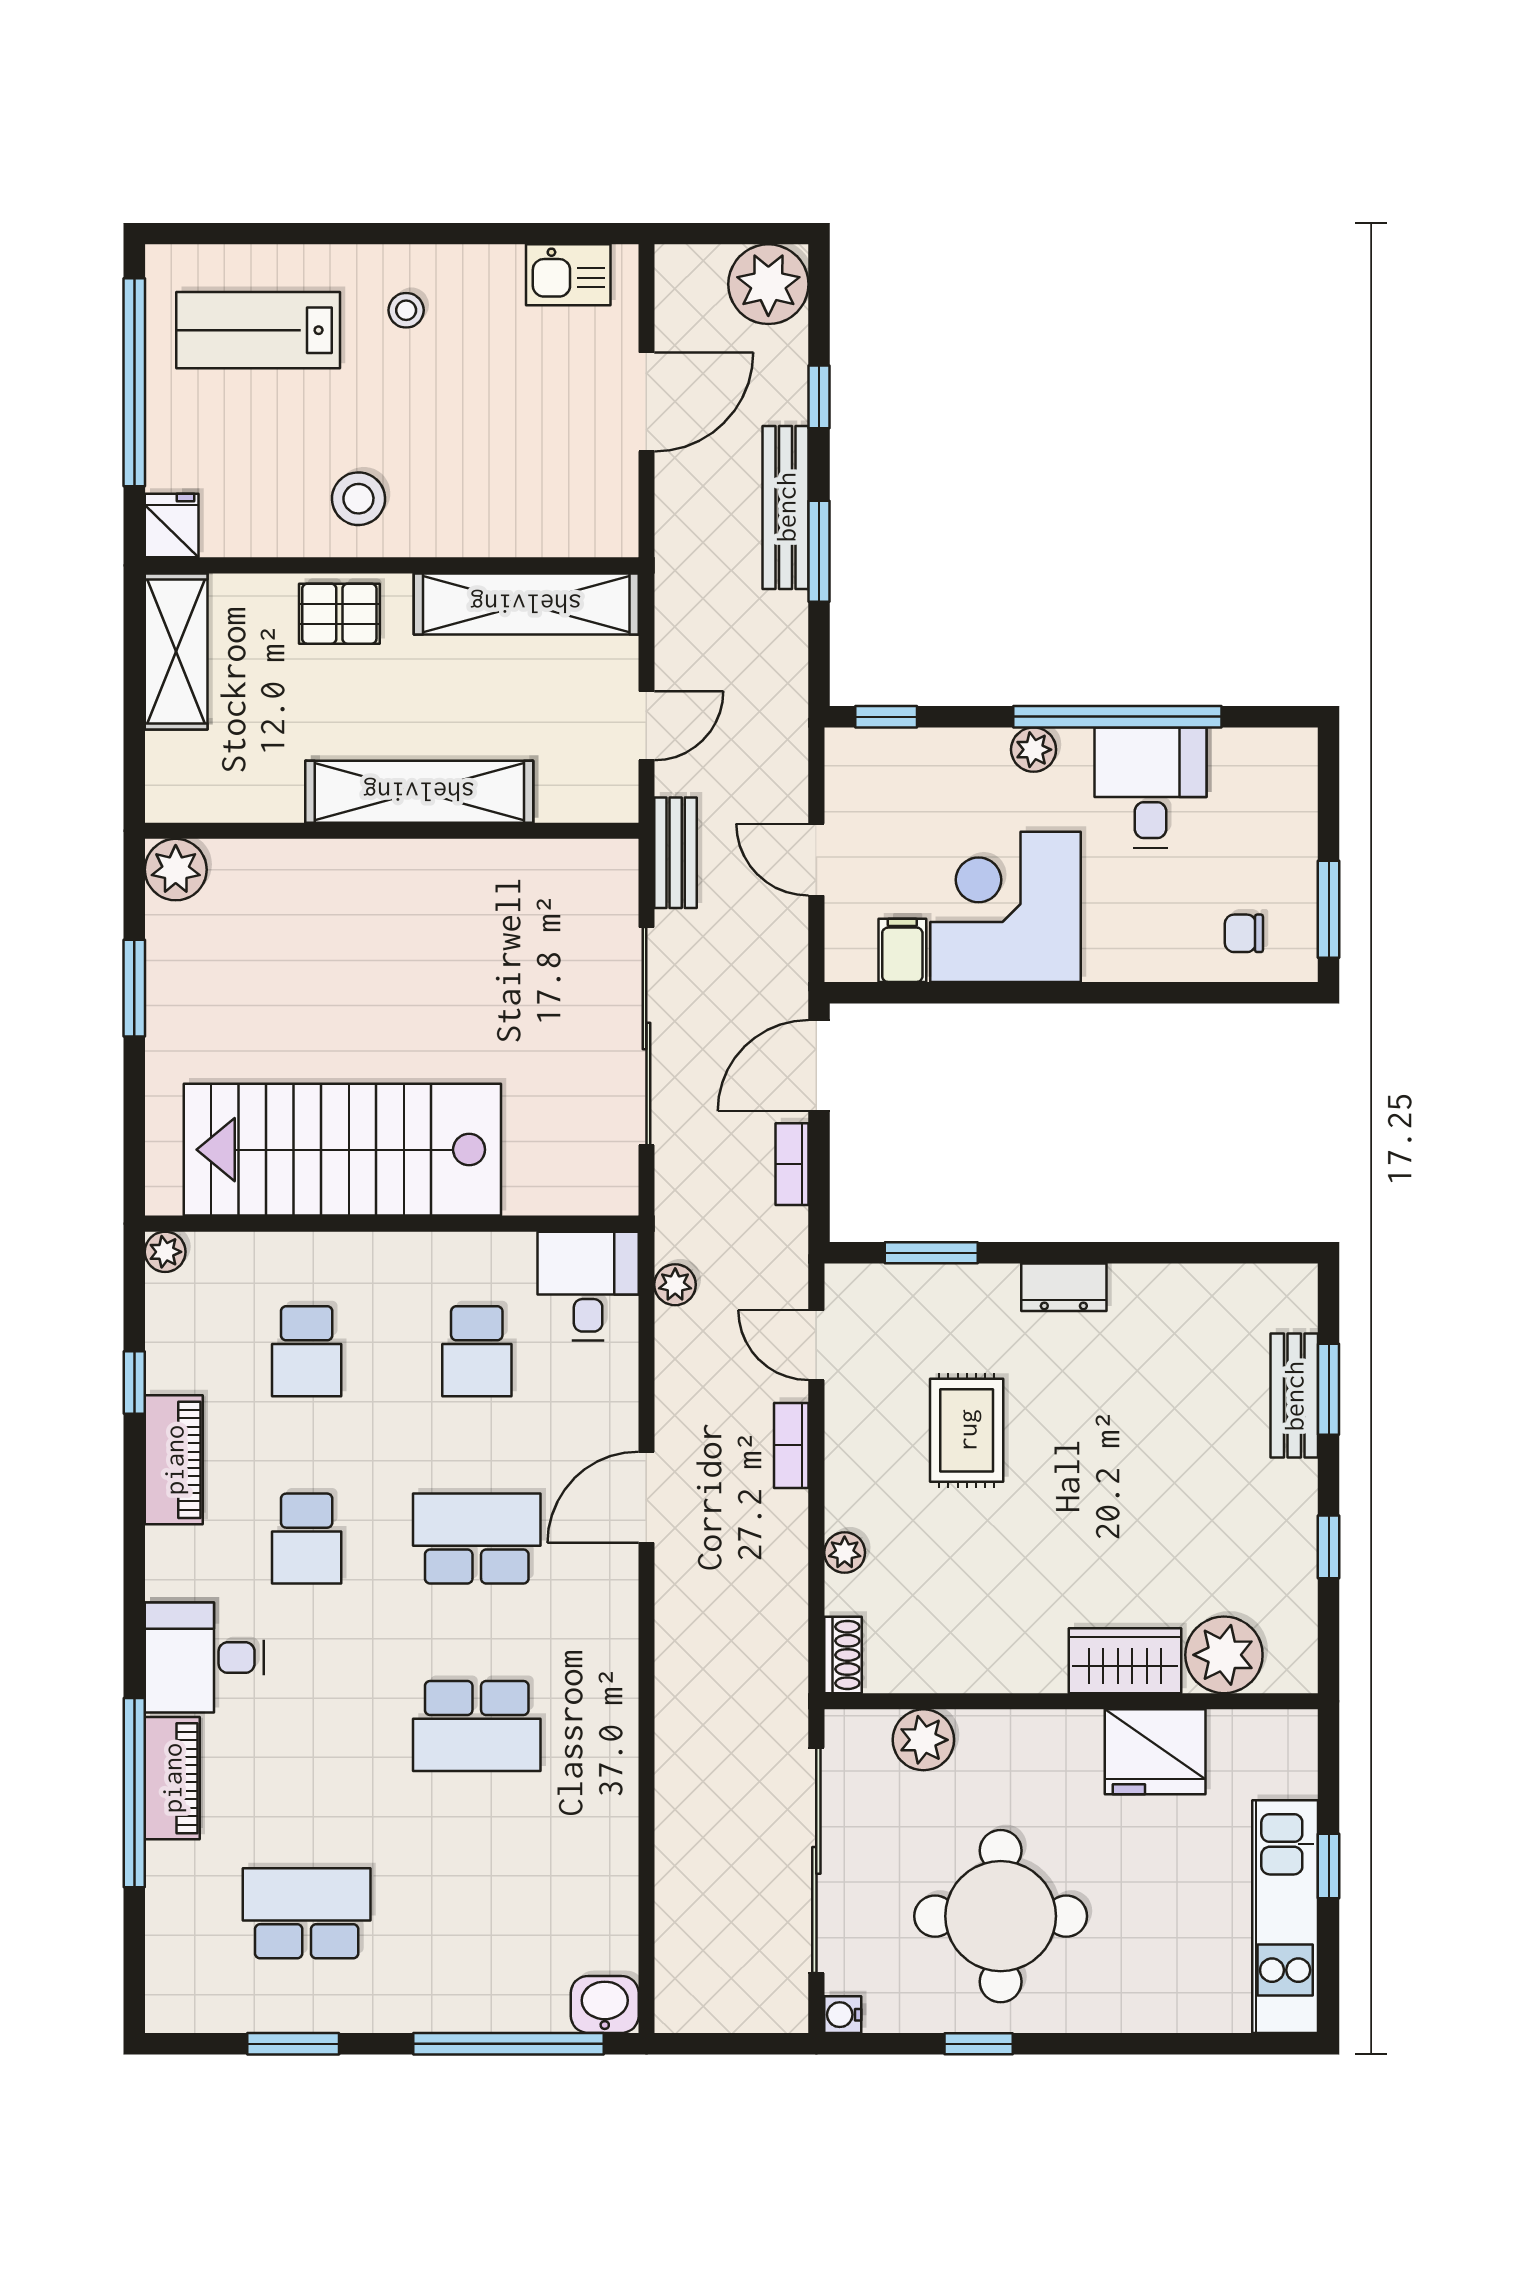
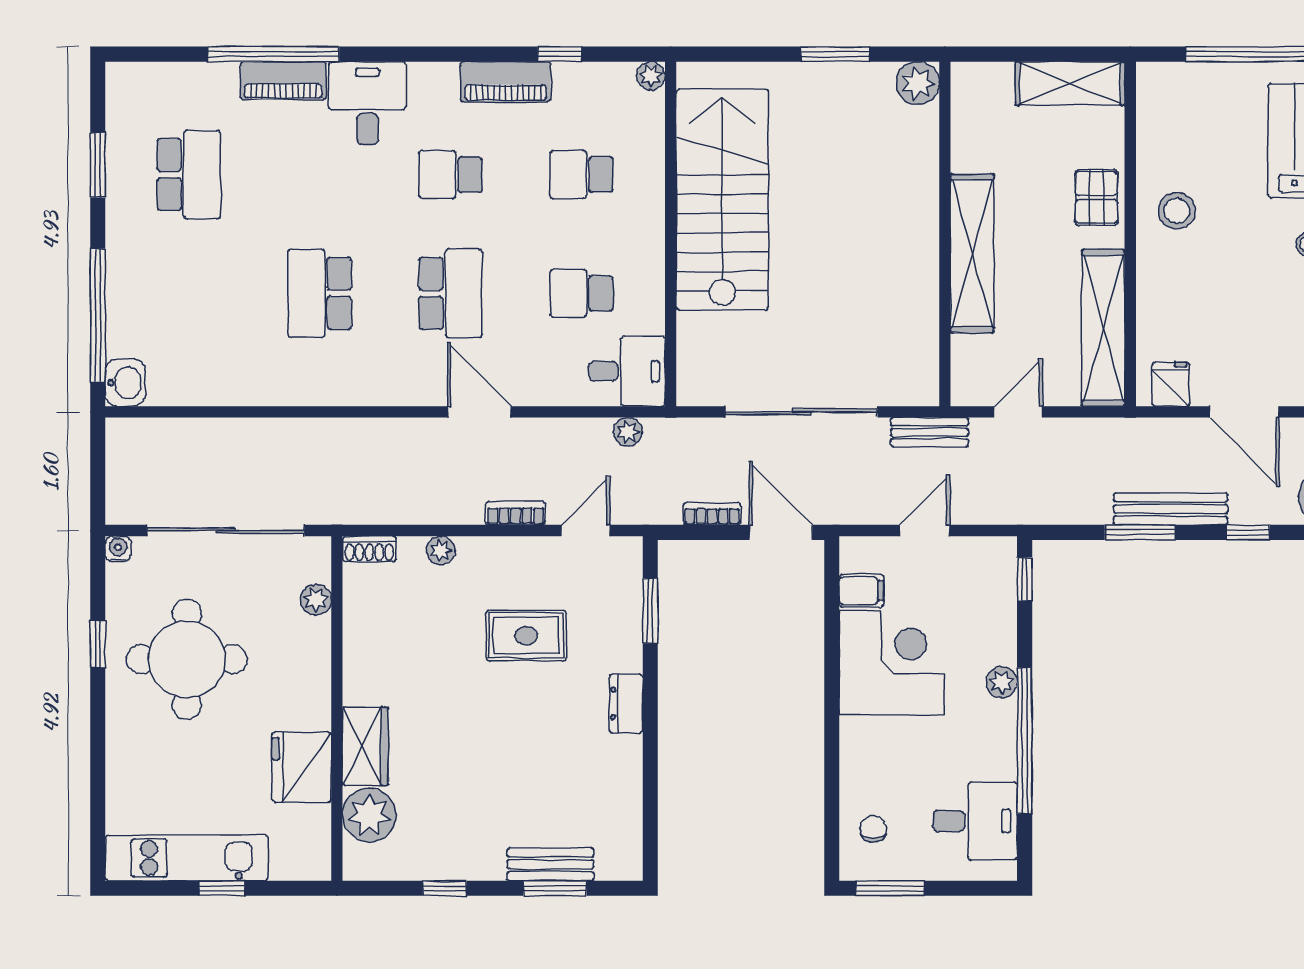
fridge: (172, 526) -> (1171, 384), moved, turned -90
door: (646, 726) -> (1018, 412), swing flipped
desk: (1151, 788) -> (975, 821), moved
plant: (923, 1740) -> (316, 599), width x0.73, depth x0.73

